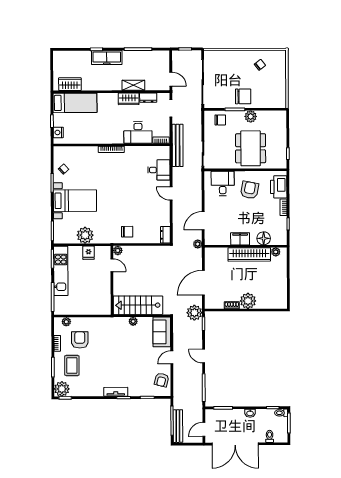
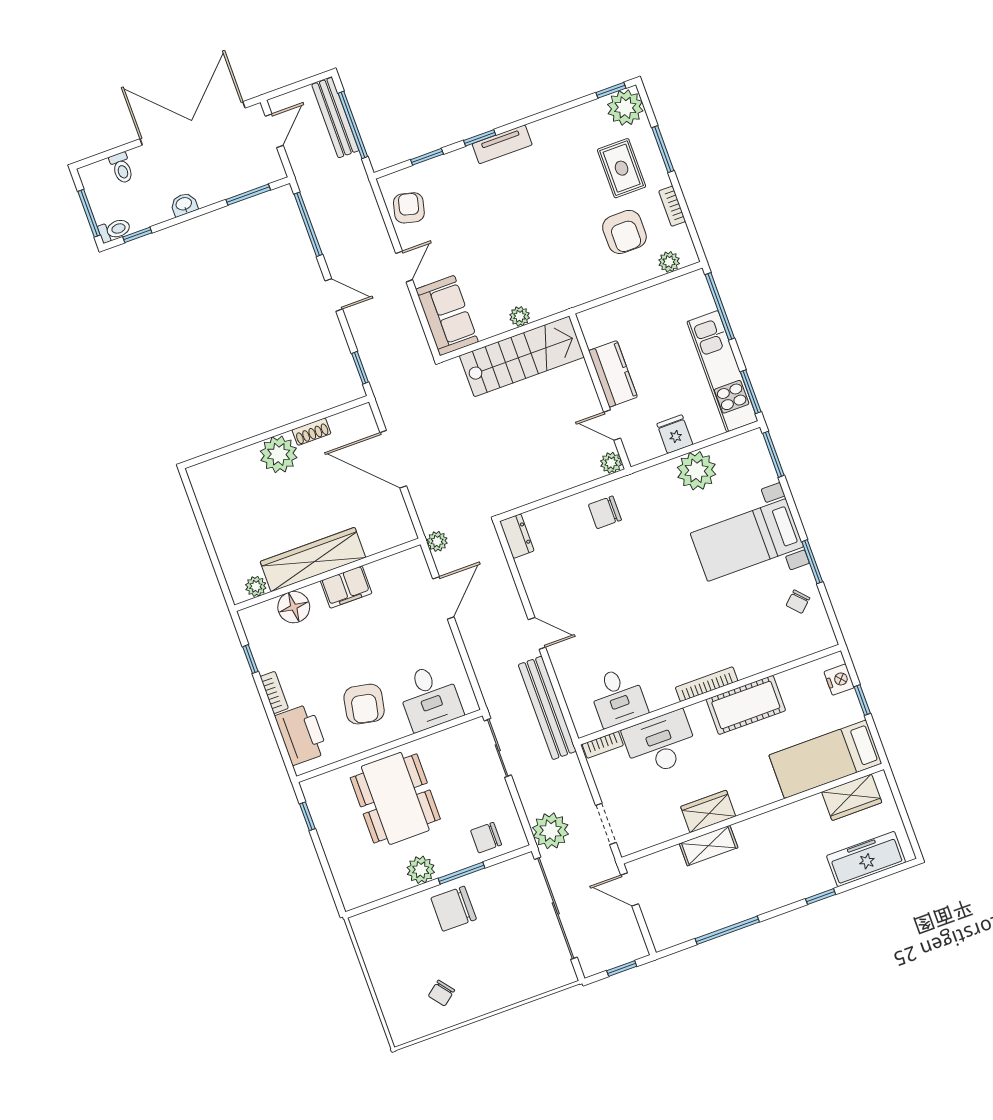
freezer: (107, 58) -> (866, 859), moved
dresser: (148, 98) -> (665, 830), removed
cot: (99, 136) -> (746, 705), added
bench: (178, 145) -> (547, 708), moved
desk: (159, 170) -> (618, 697), moved, turned -90
door: (203, 283) -> (393, 459), swing flipped
kitchen counter: (104, 285) -> (613, 374), added
plant: (194, 313) -> (551, 831), moved

